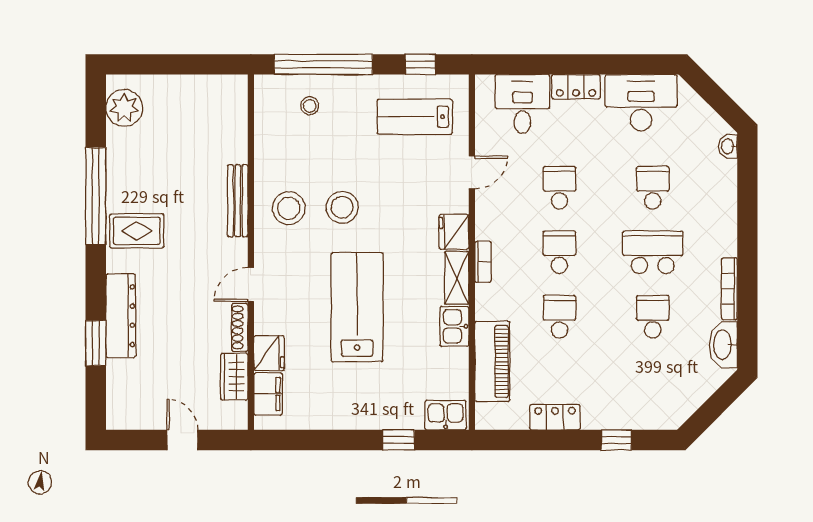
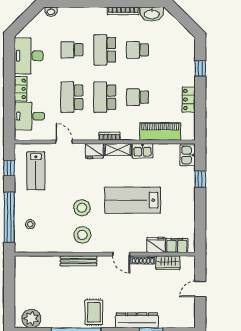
school desk: (559, 188) -> (72, 97), width x1.85
school desk: (559, 252) -> (105, 97), width x1.85

